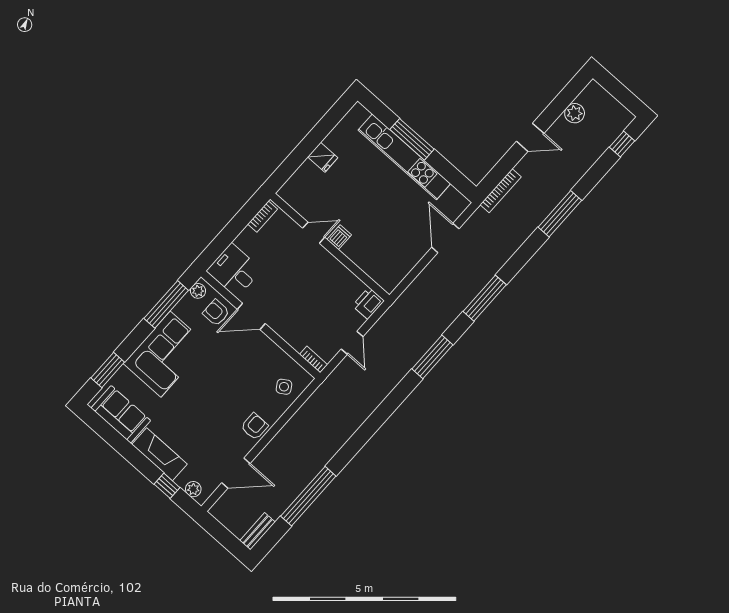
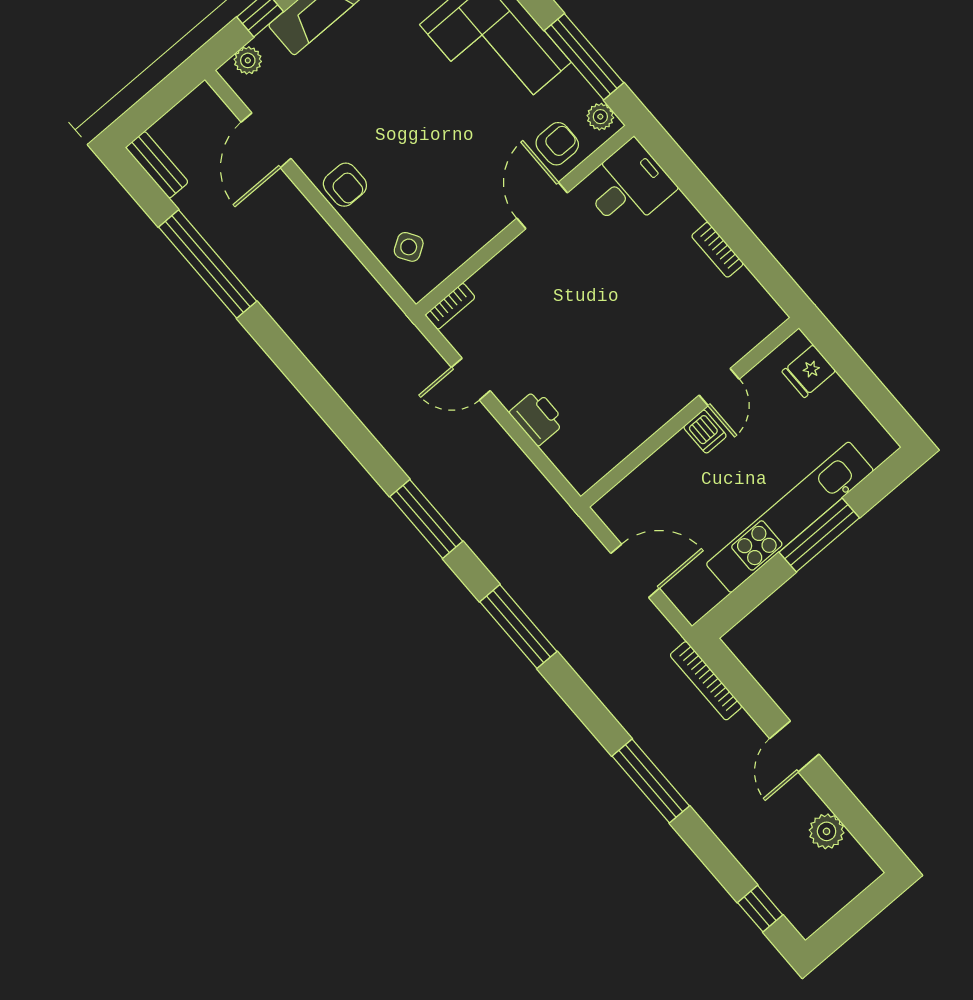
door: (314, 233) -> (719, 387), moved
dishwasher: (339, 237) -> (705, 432), moved
wall: (330, 247) -> (690, 412), moved

